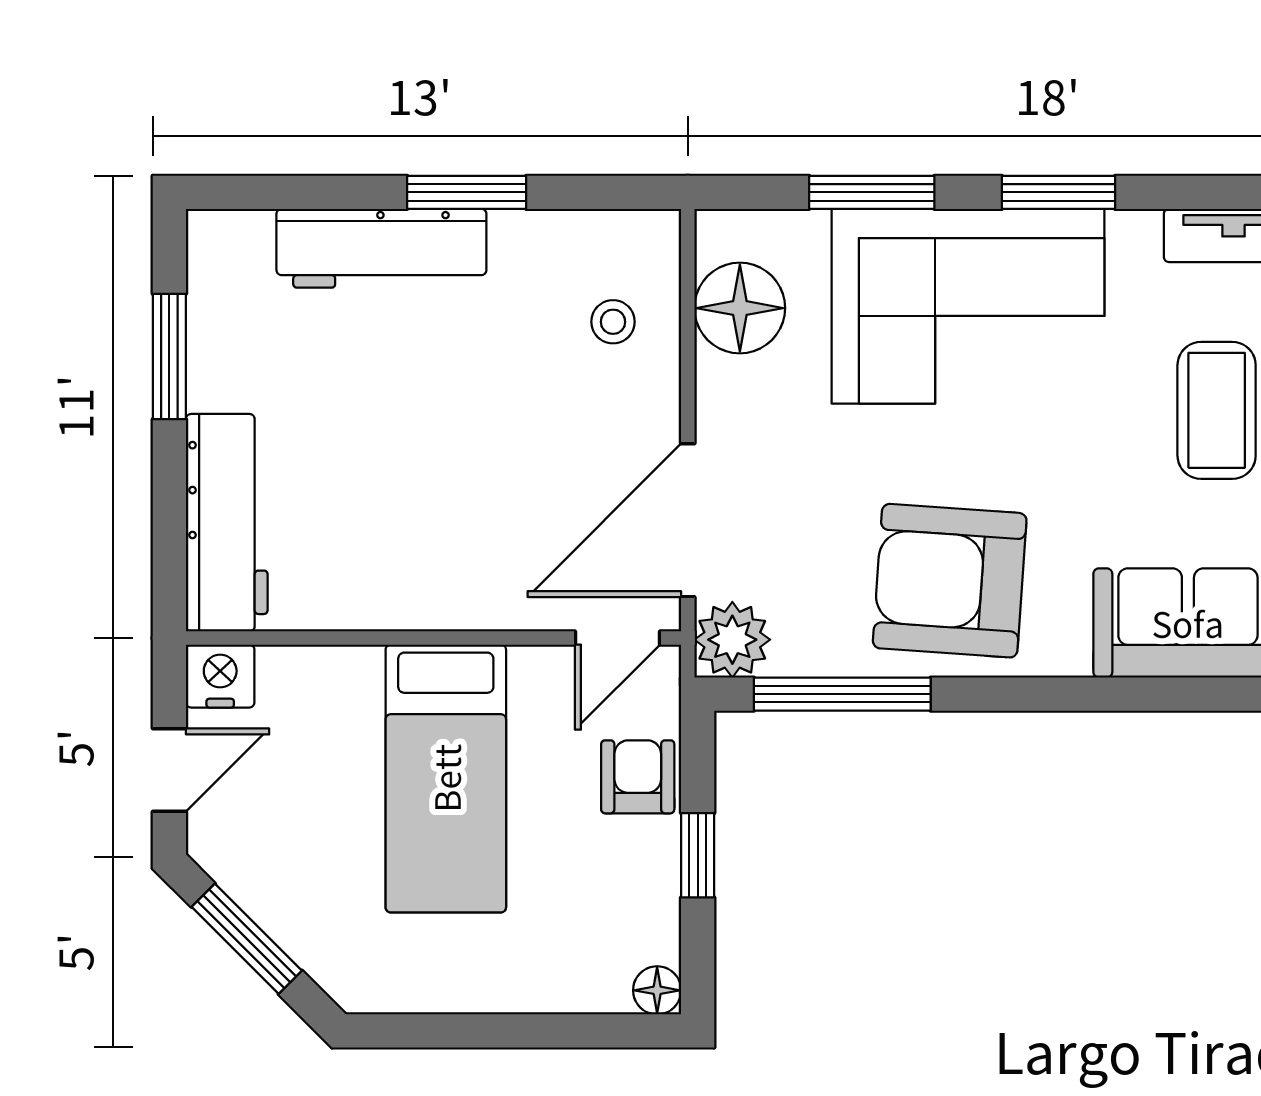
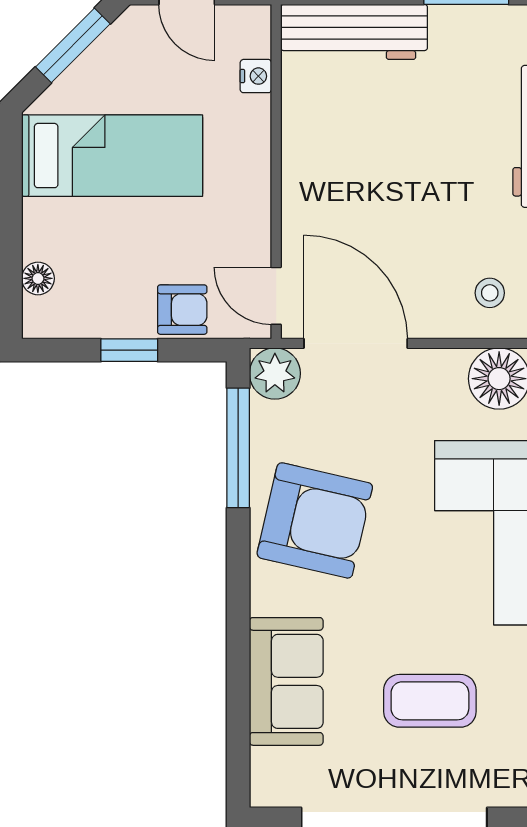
armchair: (950, 581) -> (315, 520), turned 99
nightstand: (220, 676) -> (256, 76), moved, width x0.72, depth x0.74
bed: (446, 778) -> (112, 156), moved, turned 180
floor lamp: (657, 990) -> (38, 278), moved

